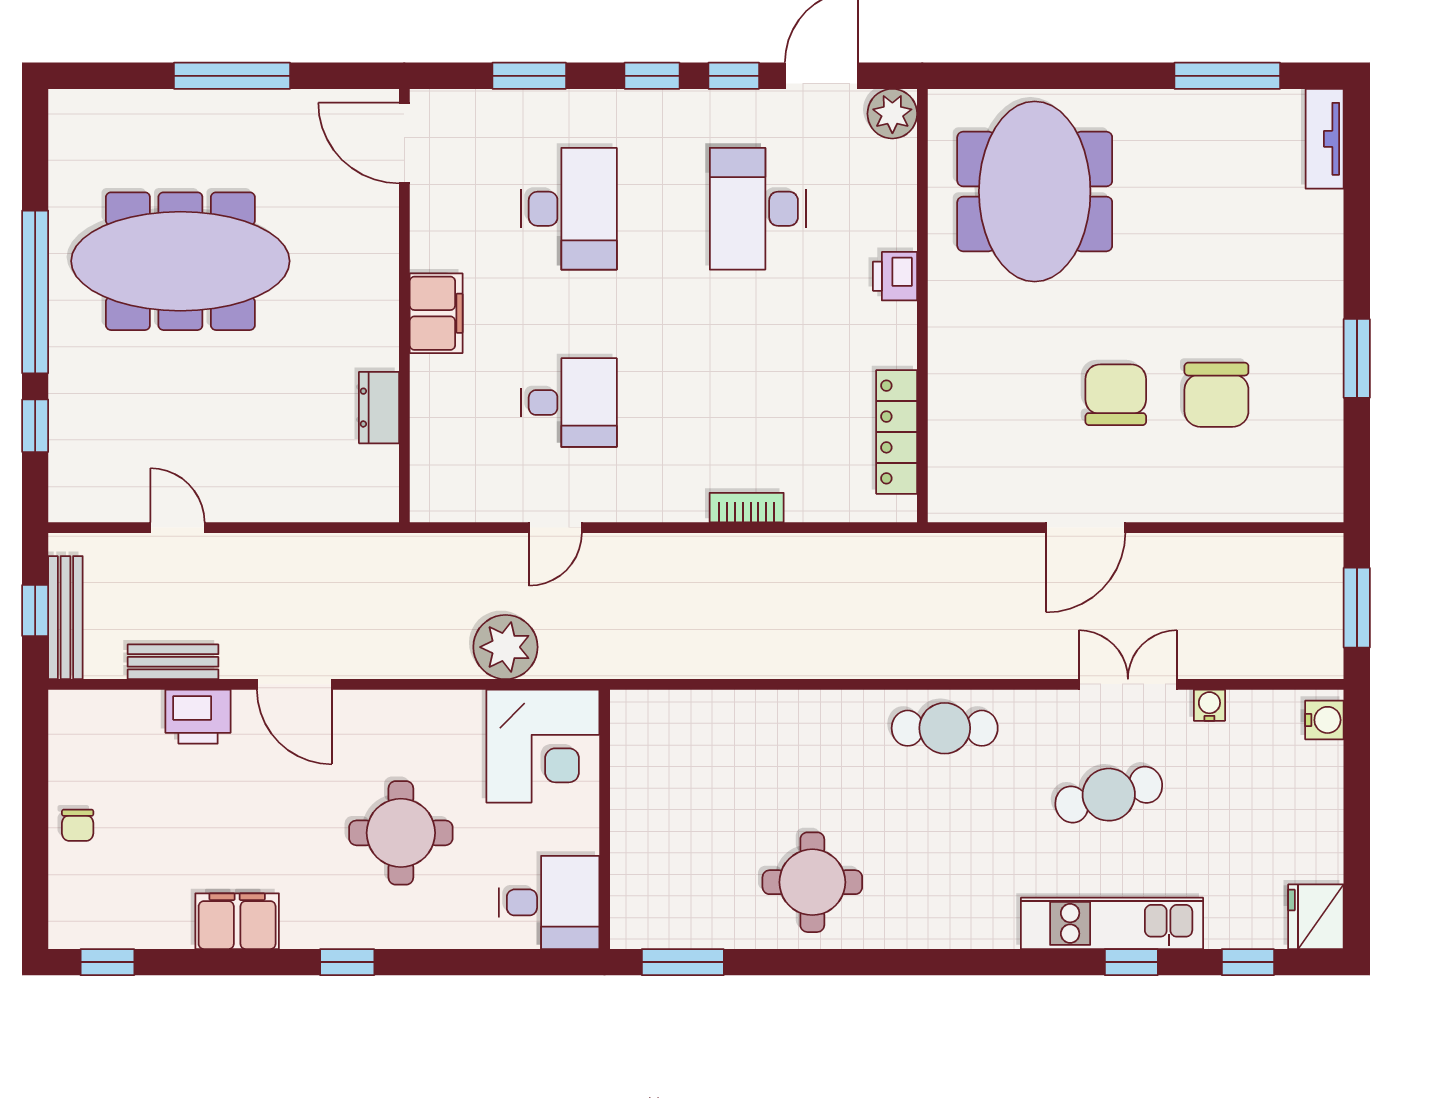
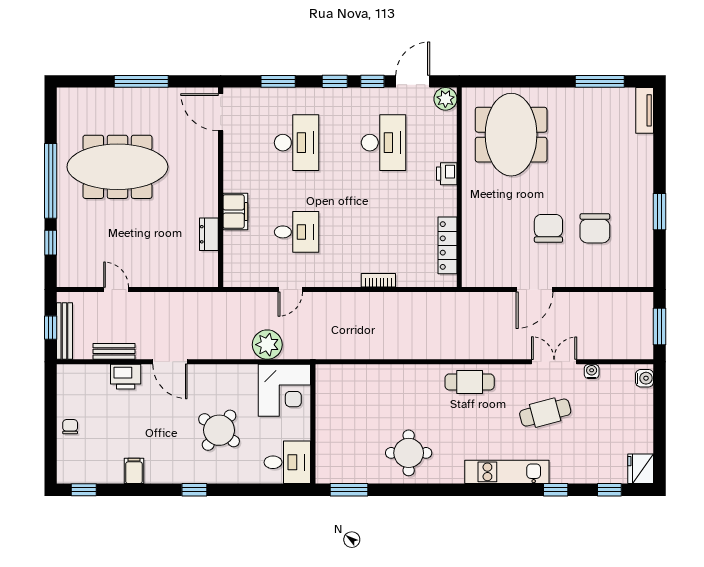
desk: (758, 209) -> (383, 143), turned 180
filing cabinet: (436, 313) -> (235, 212), moved
chair: (78, 825) -> (70, 427), turned 180
round table: (401, 833) -> (219, 430), turned 37
filing cabinet: (237, 921) -> (134, 471), width x0.50
kitchen unit: (1112, 923) -> (507, 472), moved

